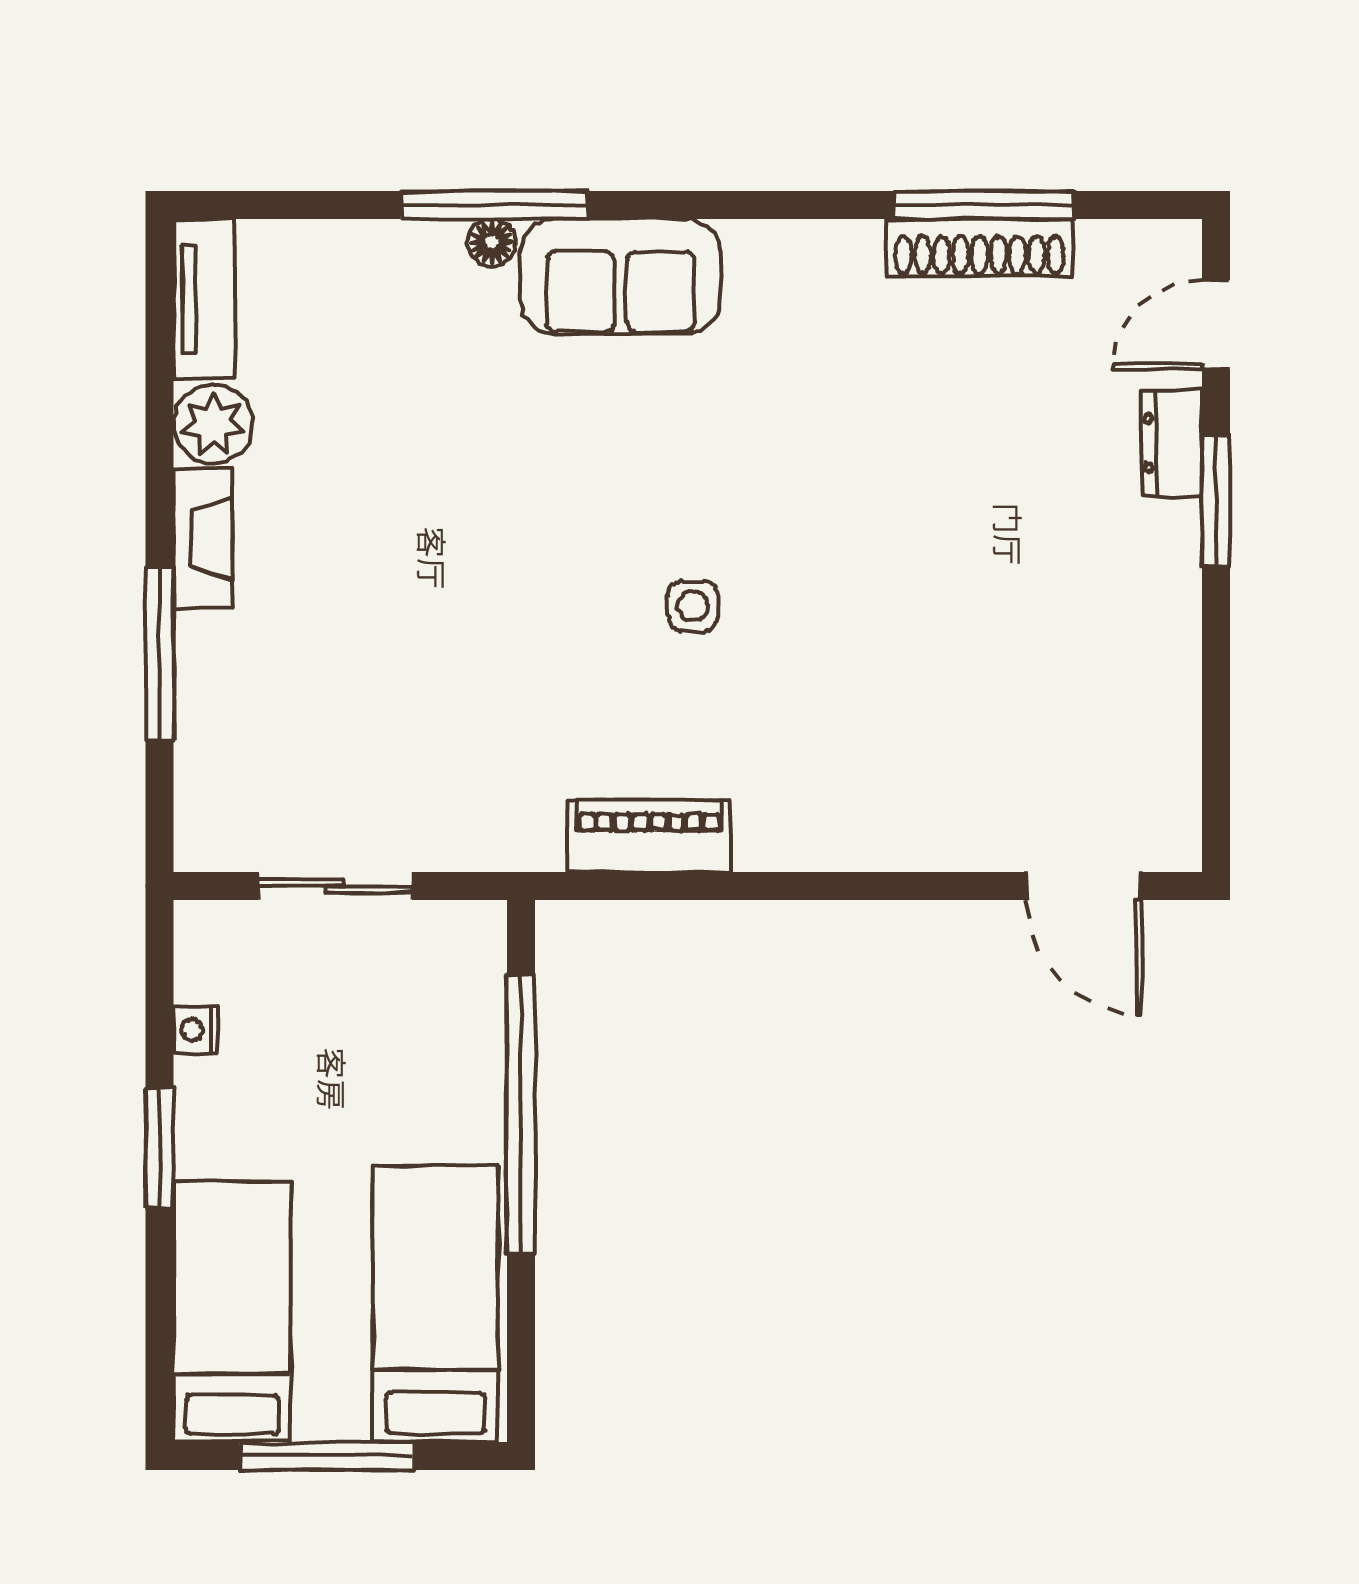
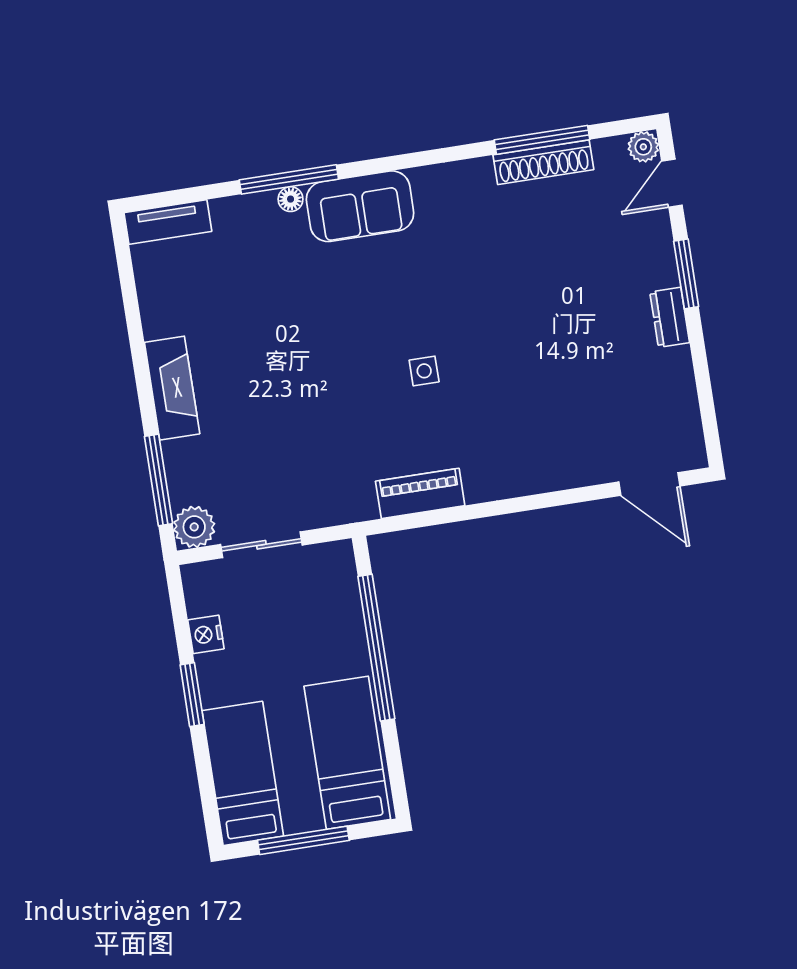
plant: (1173, 248) -> (643, 147), added
tv unit: (204, 299) -> (168, 222), moved, turned 90
plant: (213, 424) -> (194, 527), moved
dresser: (1172, 443) -> (670, 317), moved
fireplace: (203, 538) -> (172, 388), width x1.37, depth x1.32
window: (160, 654) -> (158, 480), moved
nightstand: (196, 1030) -> (206, 634), width x1.39, depth x1.35

